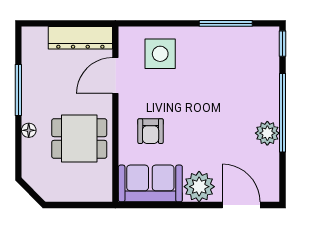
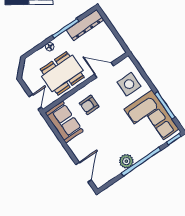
dresser: (80, 38) -> (85, 25), moved, turned -90
corner sofa: (232, 56) -> (151, 119), added
dining table: (79, 138) -> (62, 73), width x1.38
plant: (199, 187) -> (79, 146), removed
door: (94, 205) -> (35, 102), added

